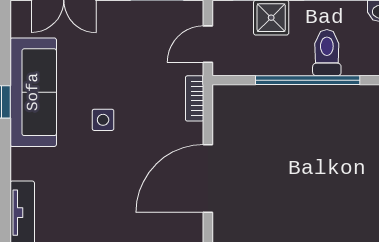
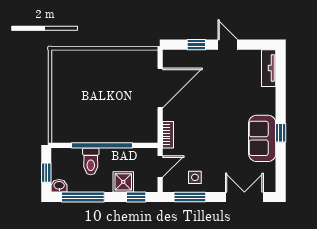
sofa: (33, 92) -> (262, 138), width x0.73
side table: (103, 120) -> (195, 177), moved

